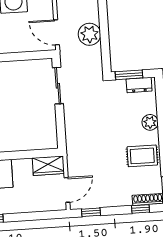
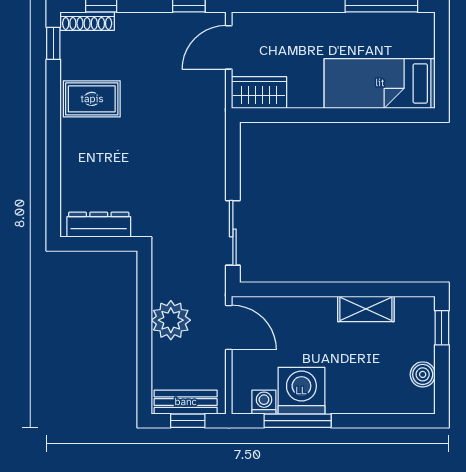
window: (129, 75) -> (106, 244), removed
dresser: (139, 85) -> (99, 225), width x1.44
plant: (150, 122) -> (74, 157), removed

